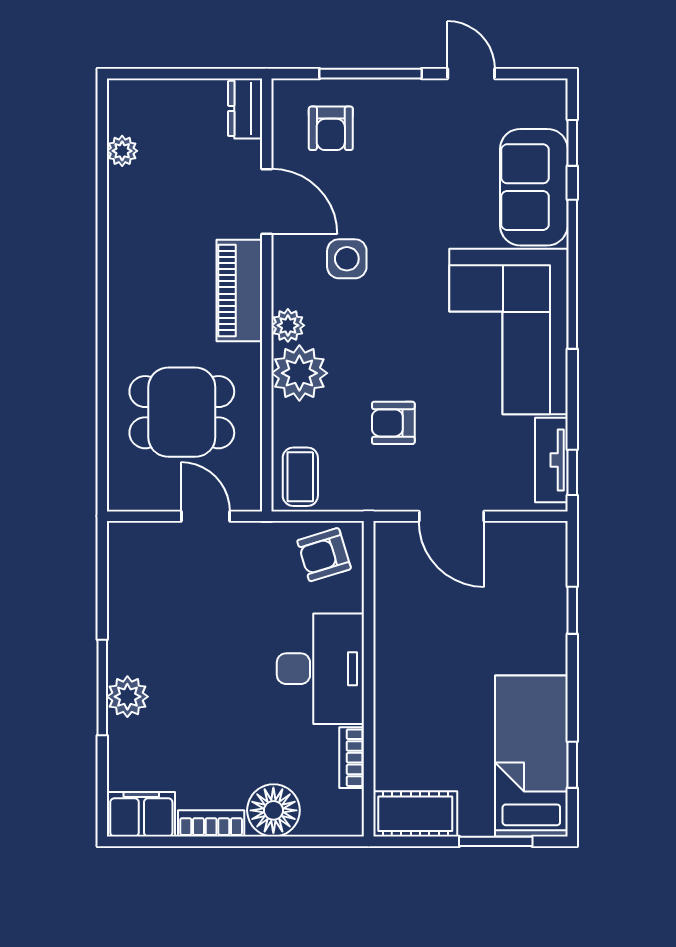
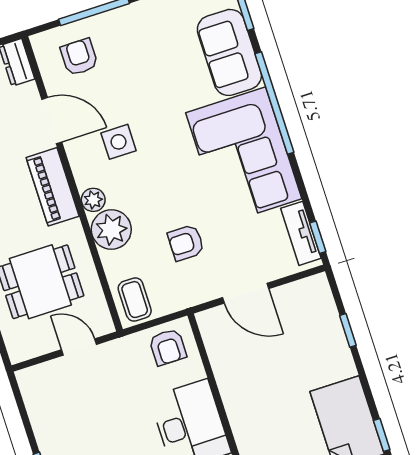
armchair: (331, 128) -> (79, 57), turned 180
armchair: (324, 555) -> (168, 347), turned -73

